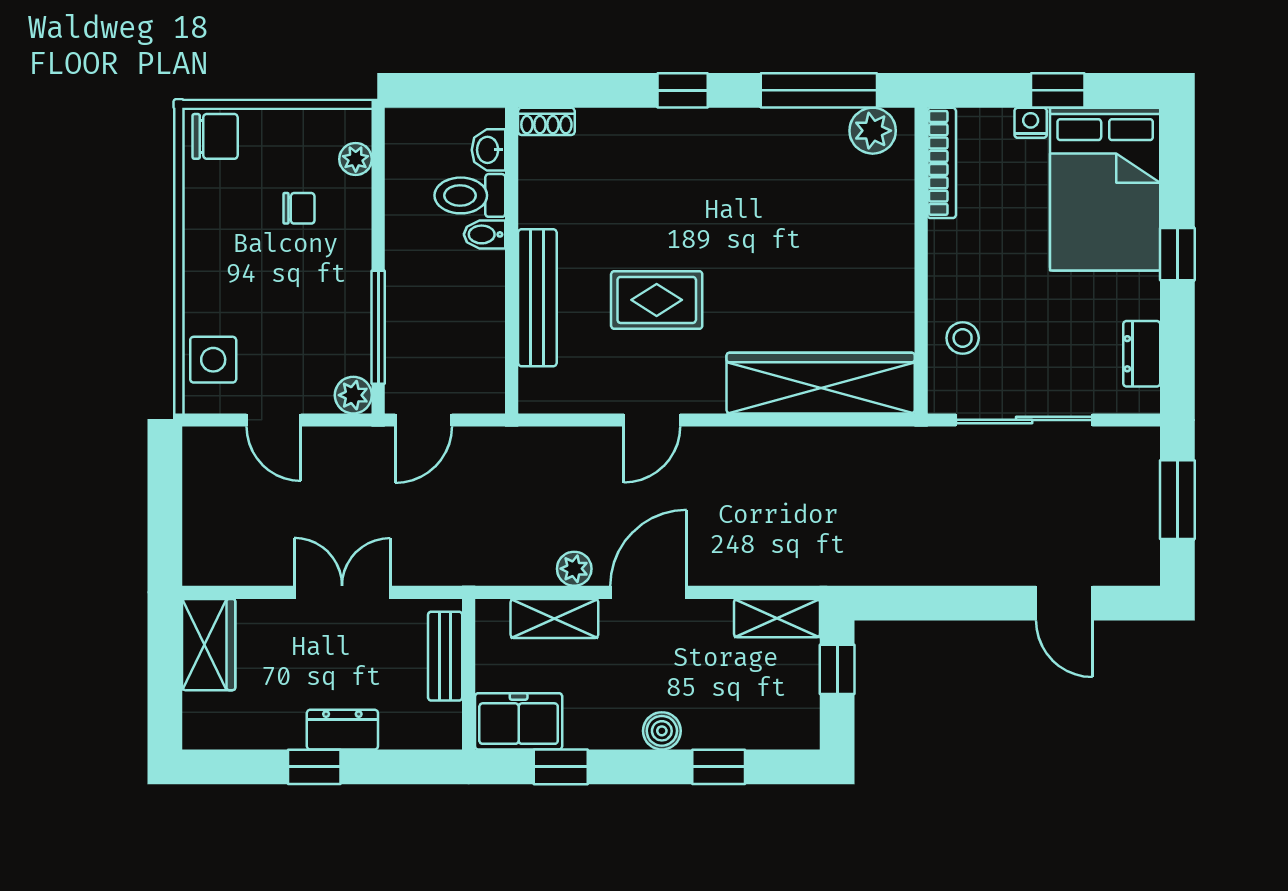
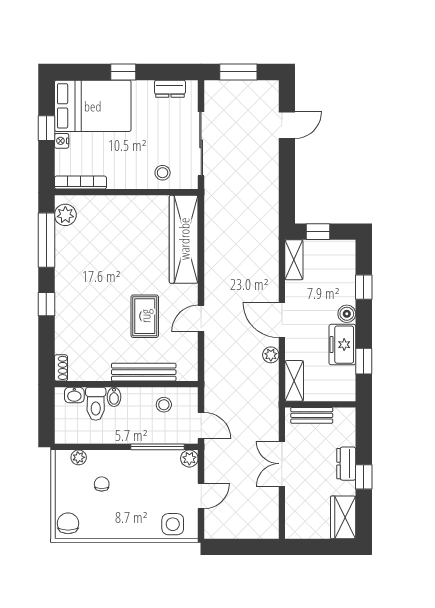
stool: (468, 341) -> (164, 405), added
door: (652, 420) -> (201, 318), swing flipped
shelving: (554, 618) -> (294, 381), moved
wardrobe: (209, 645) -> (343, 517), moved, turned -90
freezer: (519, 721) -> (342, 345), moved

